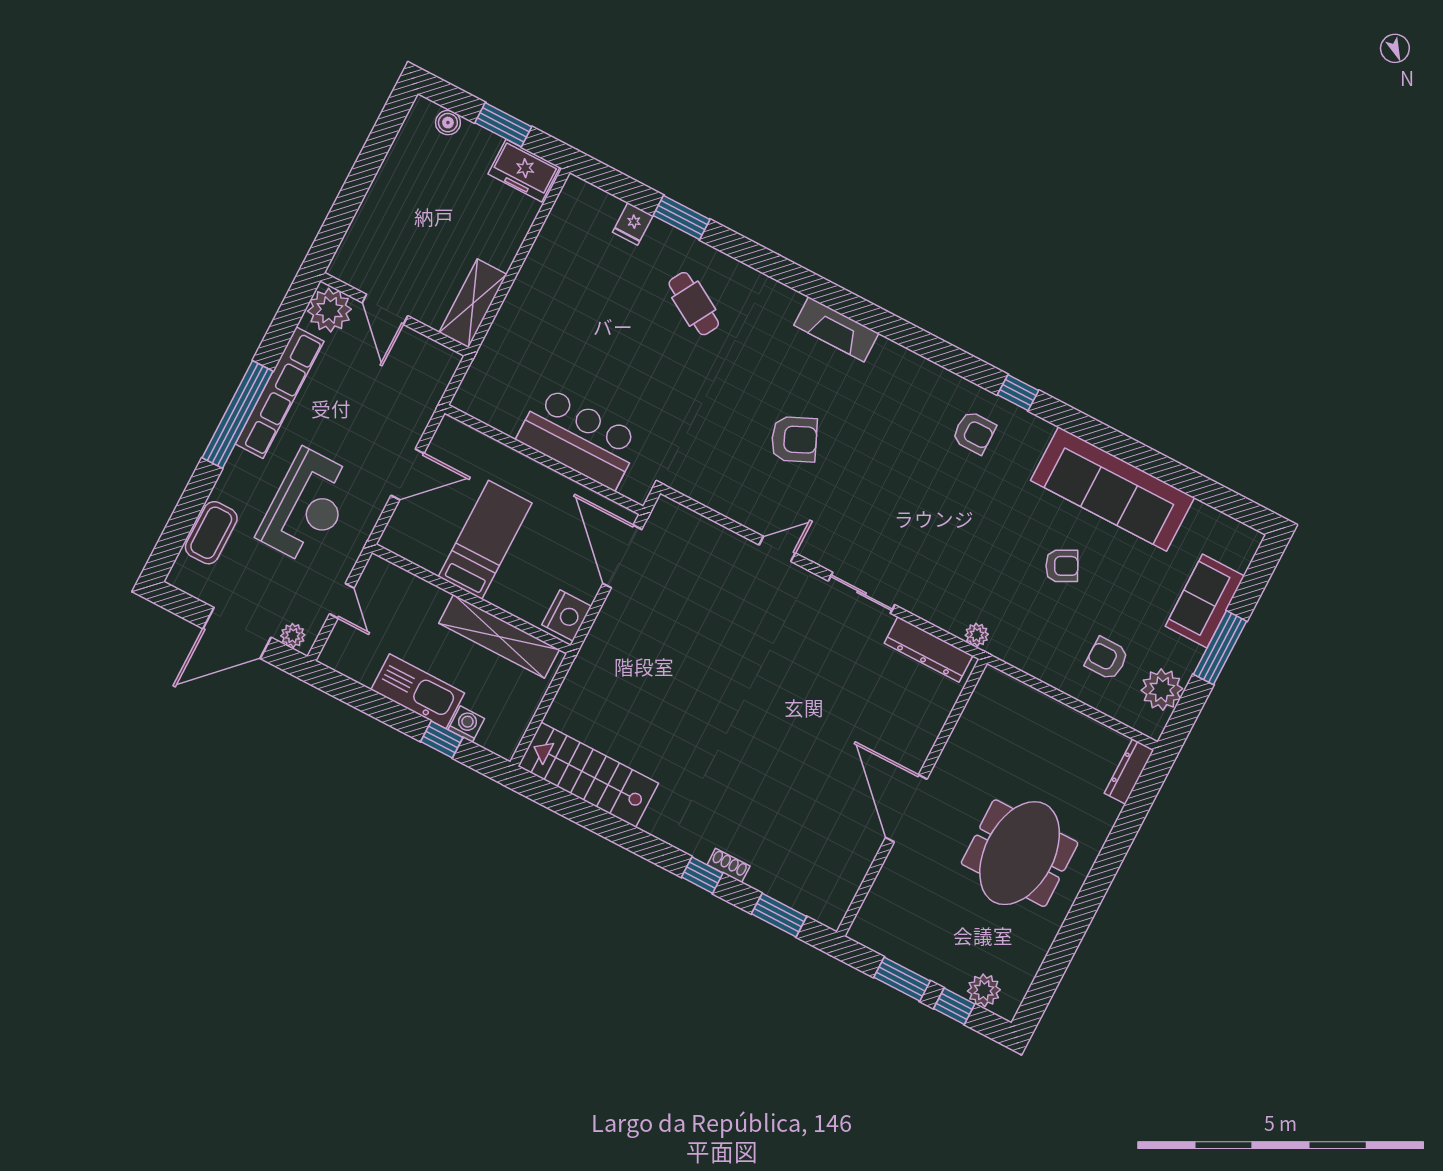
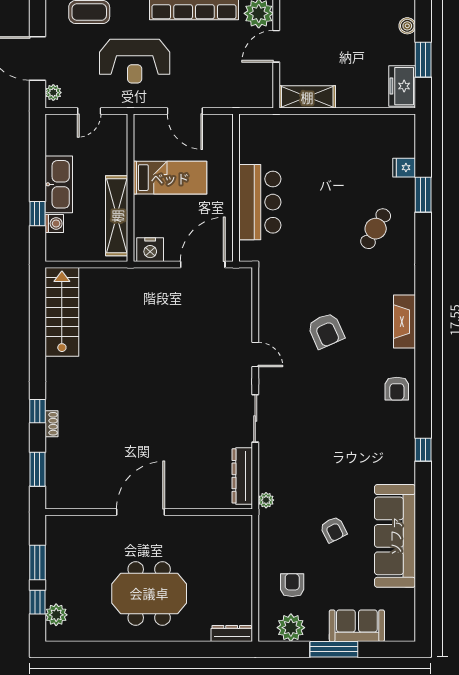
armchair: (974, 432) -> (397, 389), moved

